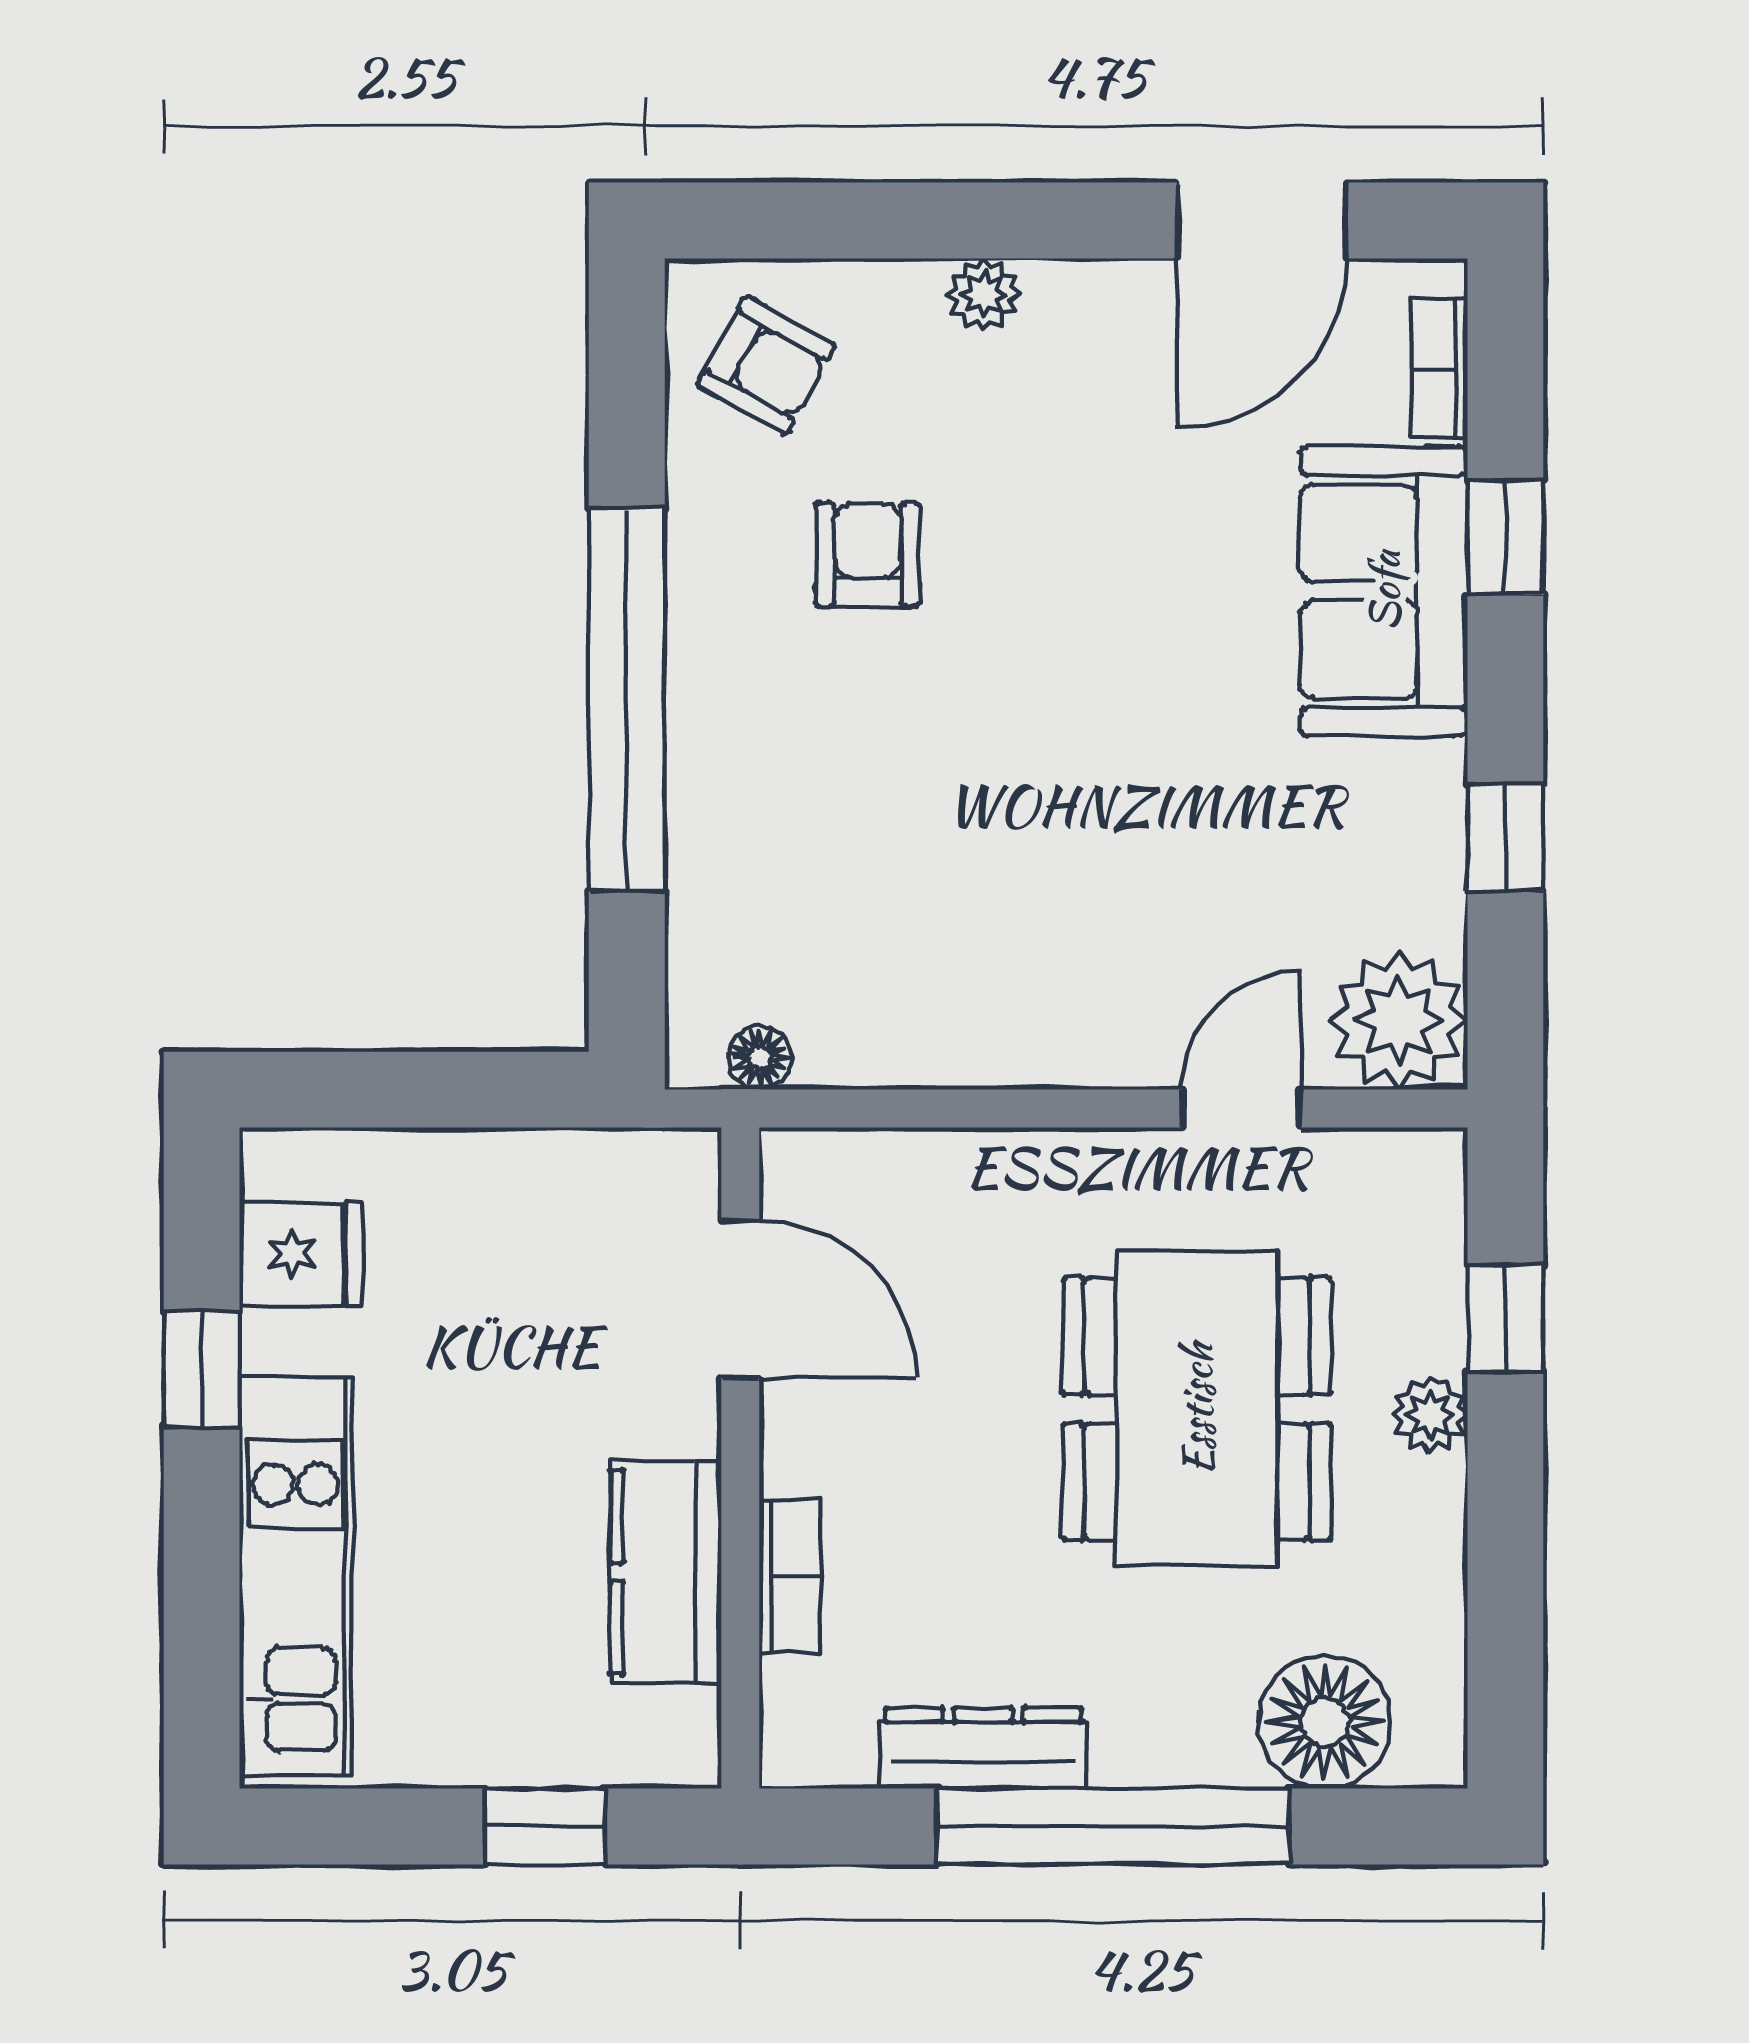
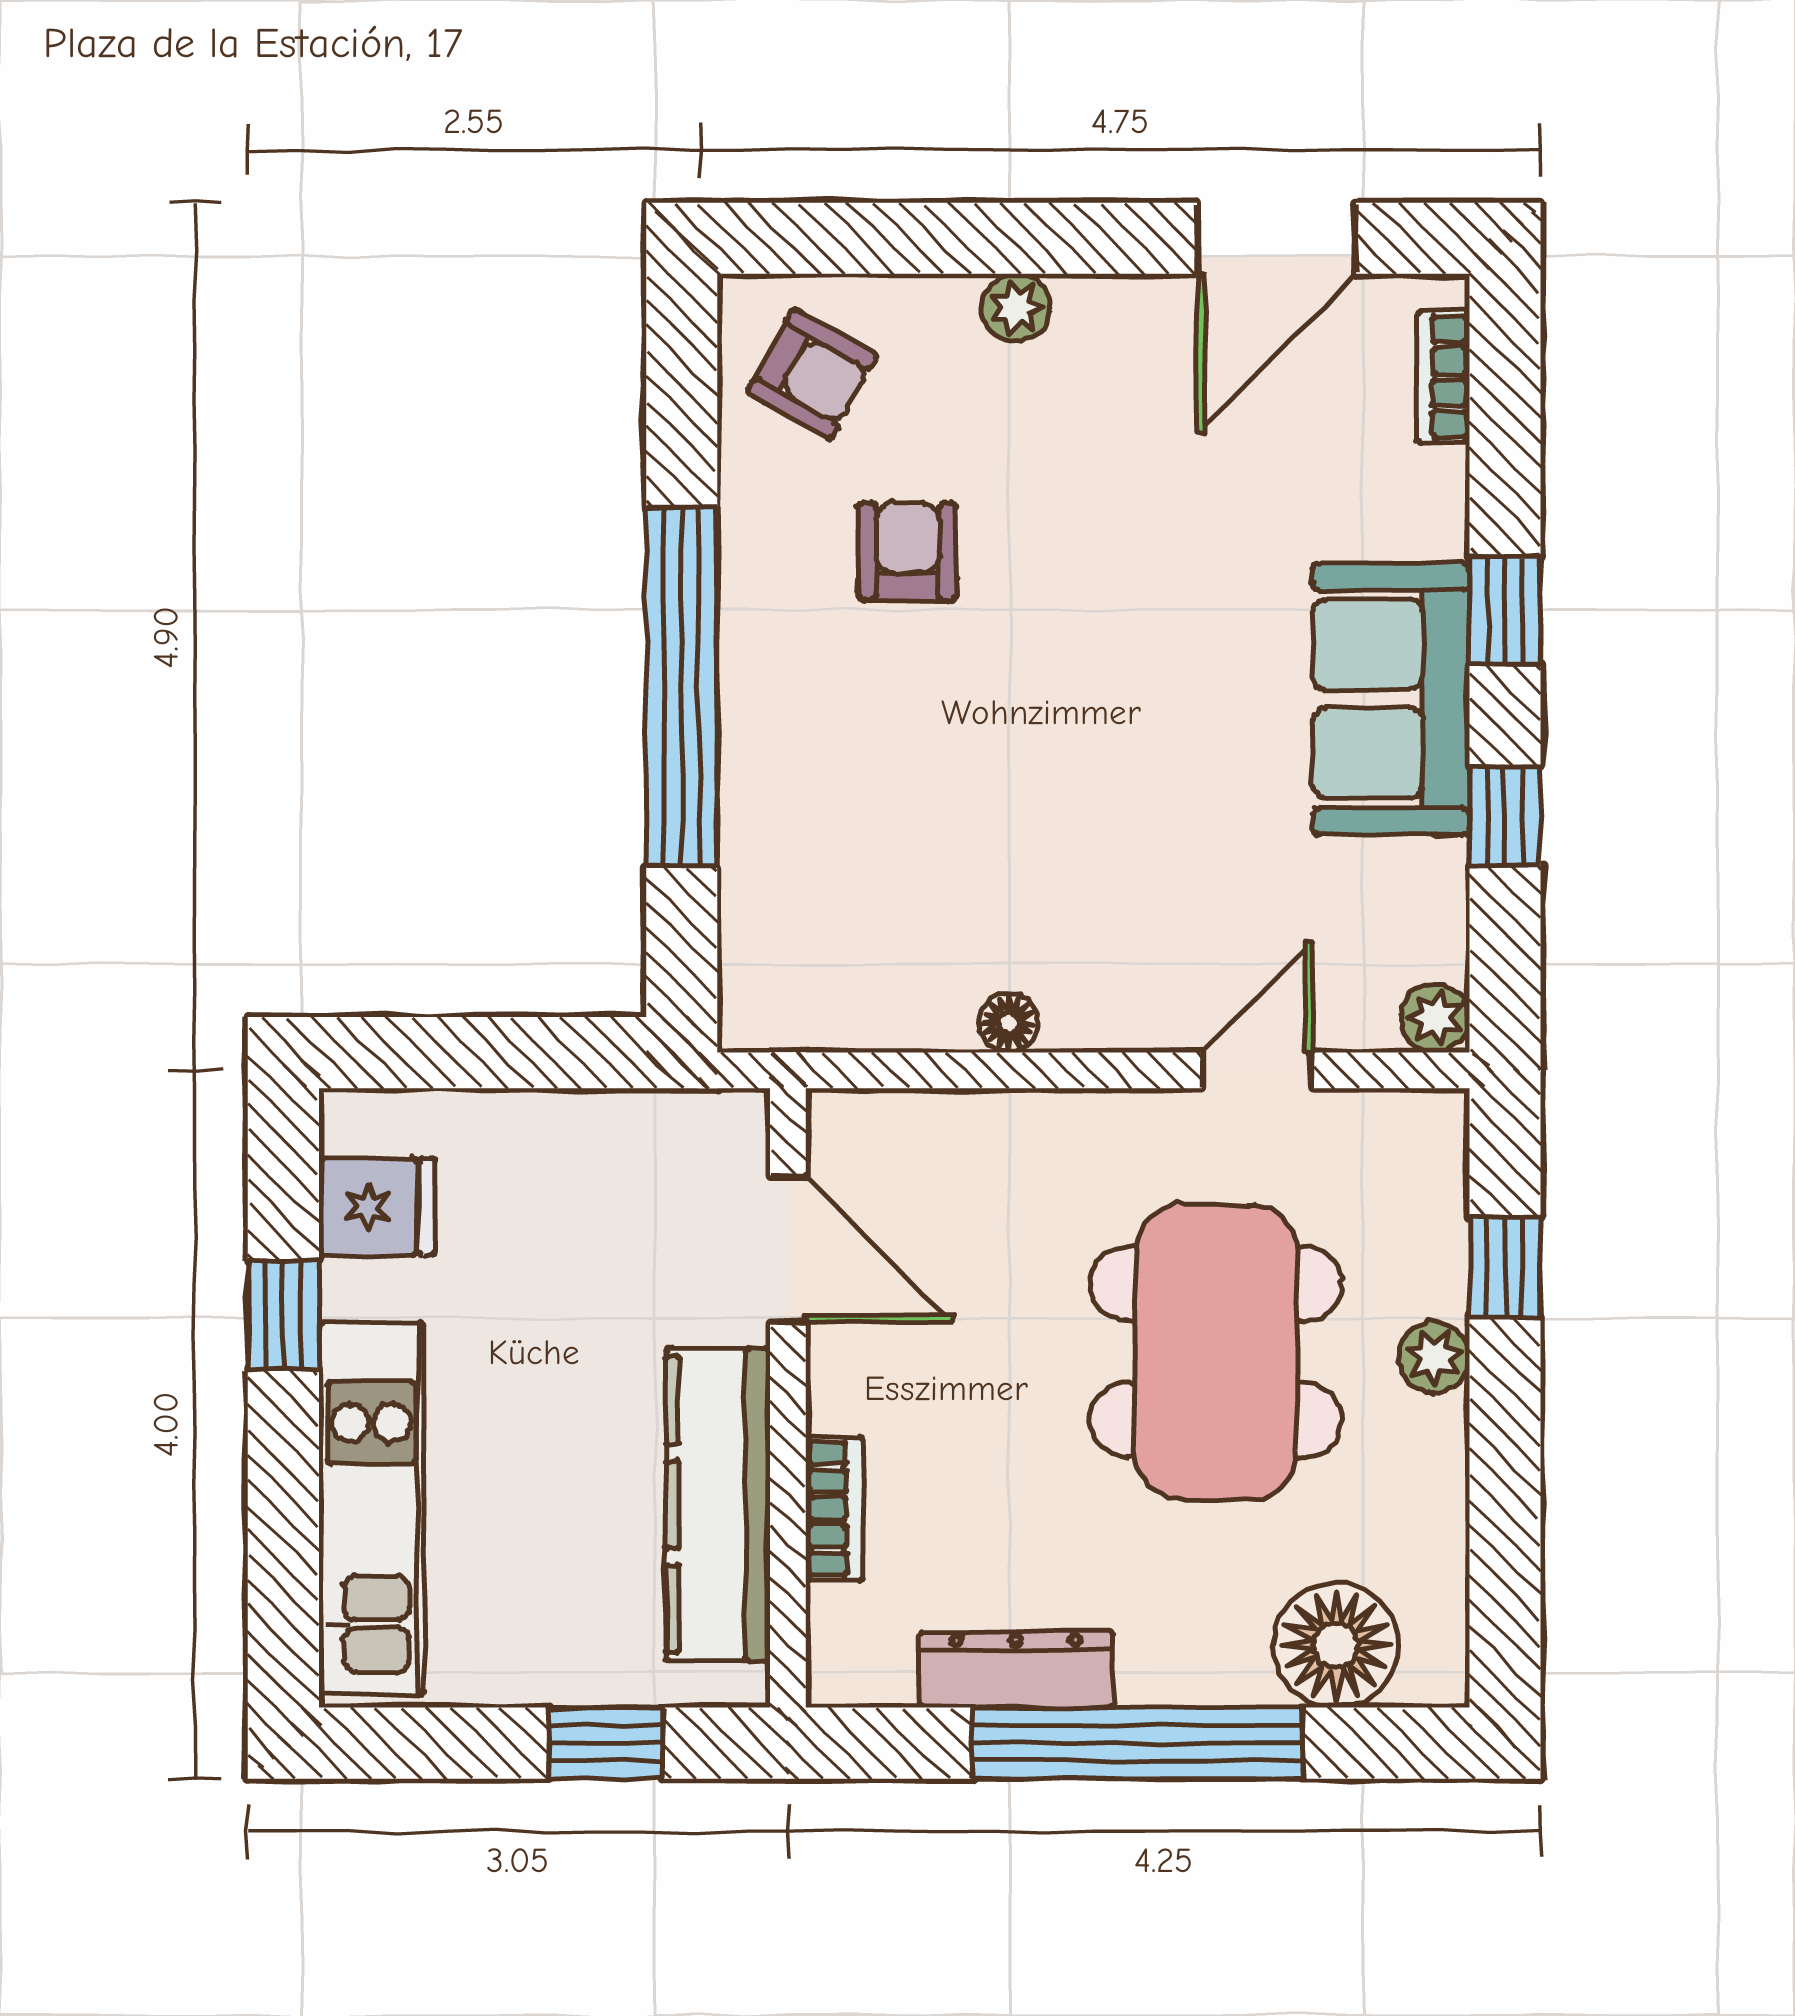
window: (1505, 538) -> (1505, 611), moved
sofa: (1384, 591) -> (1391, 699), moved
plant: (1398, 1021) -> (1435, 1018), width x0.53, depth x0.53
floor lamp: (760, 1058) -> (1009, 1023), moved
kitchen counter: (666, 1572) -> (718, 1505), width x1.50

